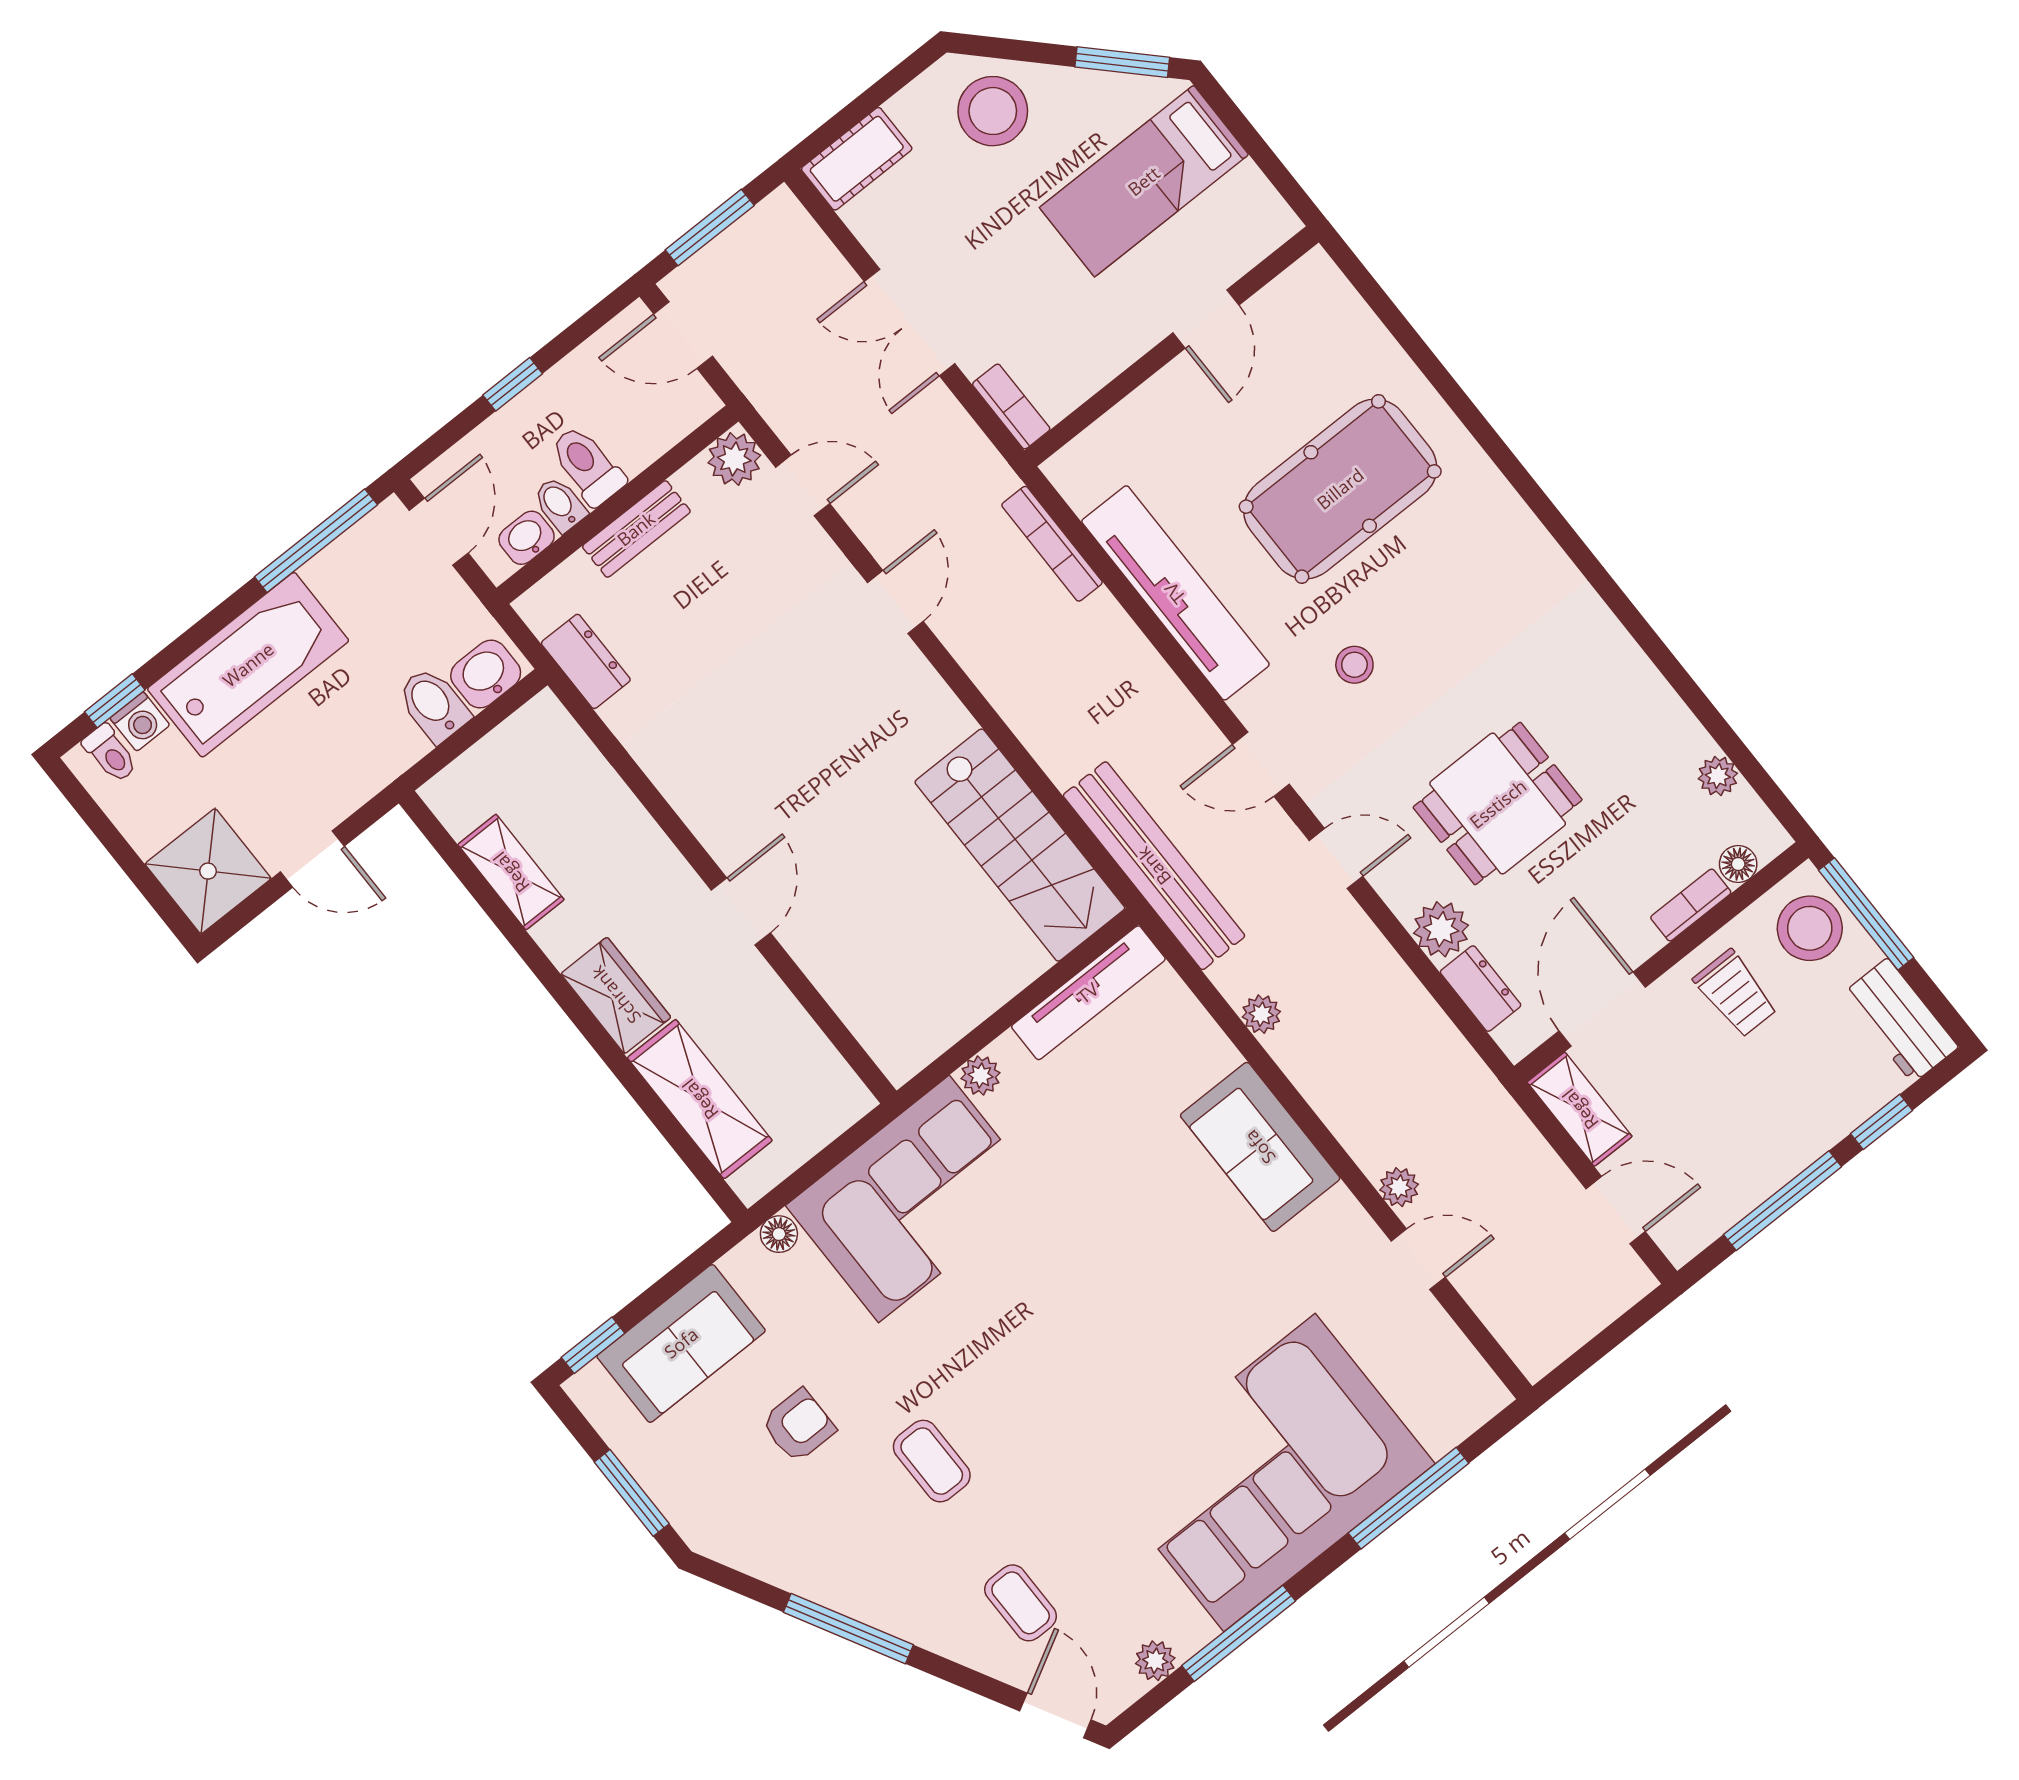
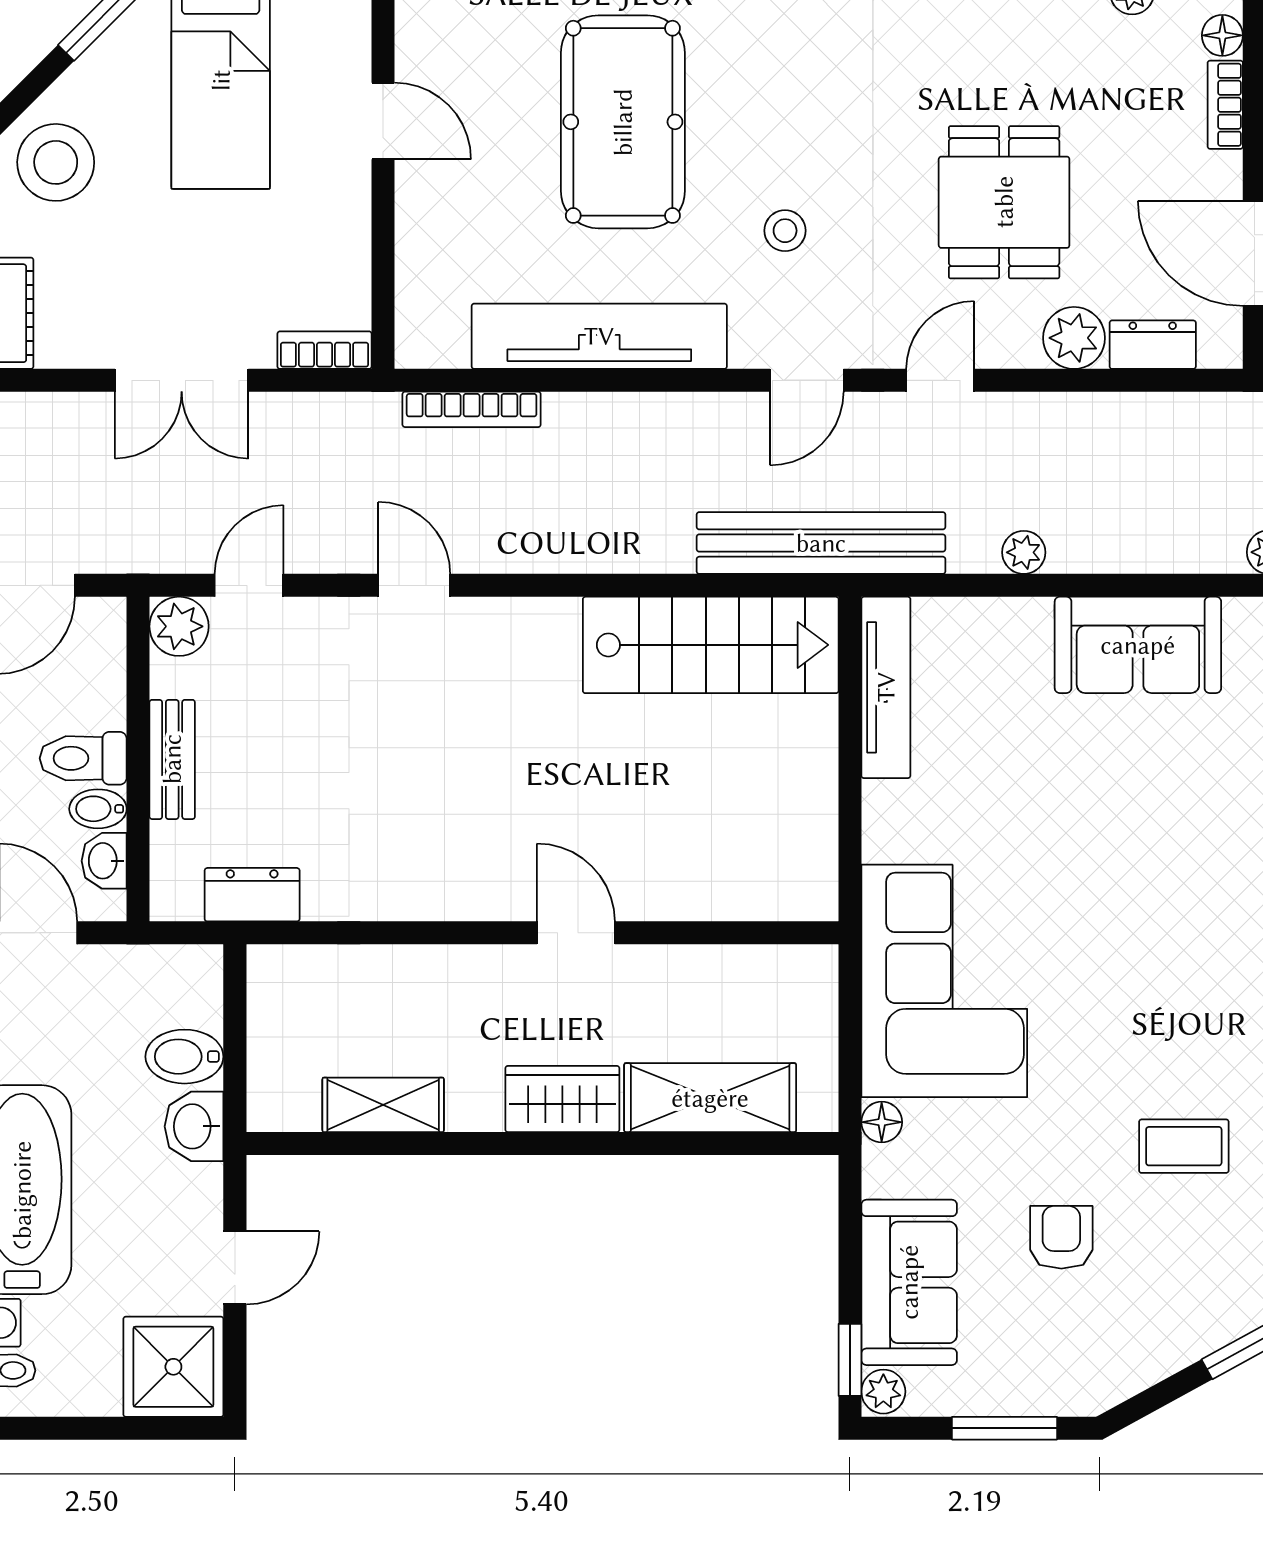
washbasin: (486, 674) -> (194, 1126), moved
plant: (980, 1076) -> (883, 1392), moved

